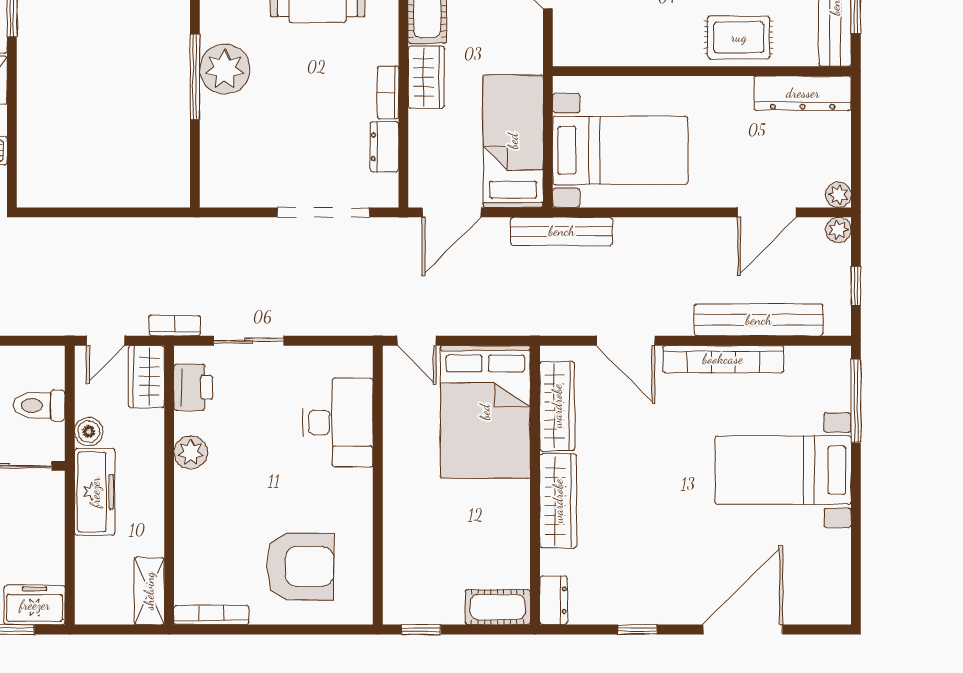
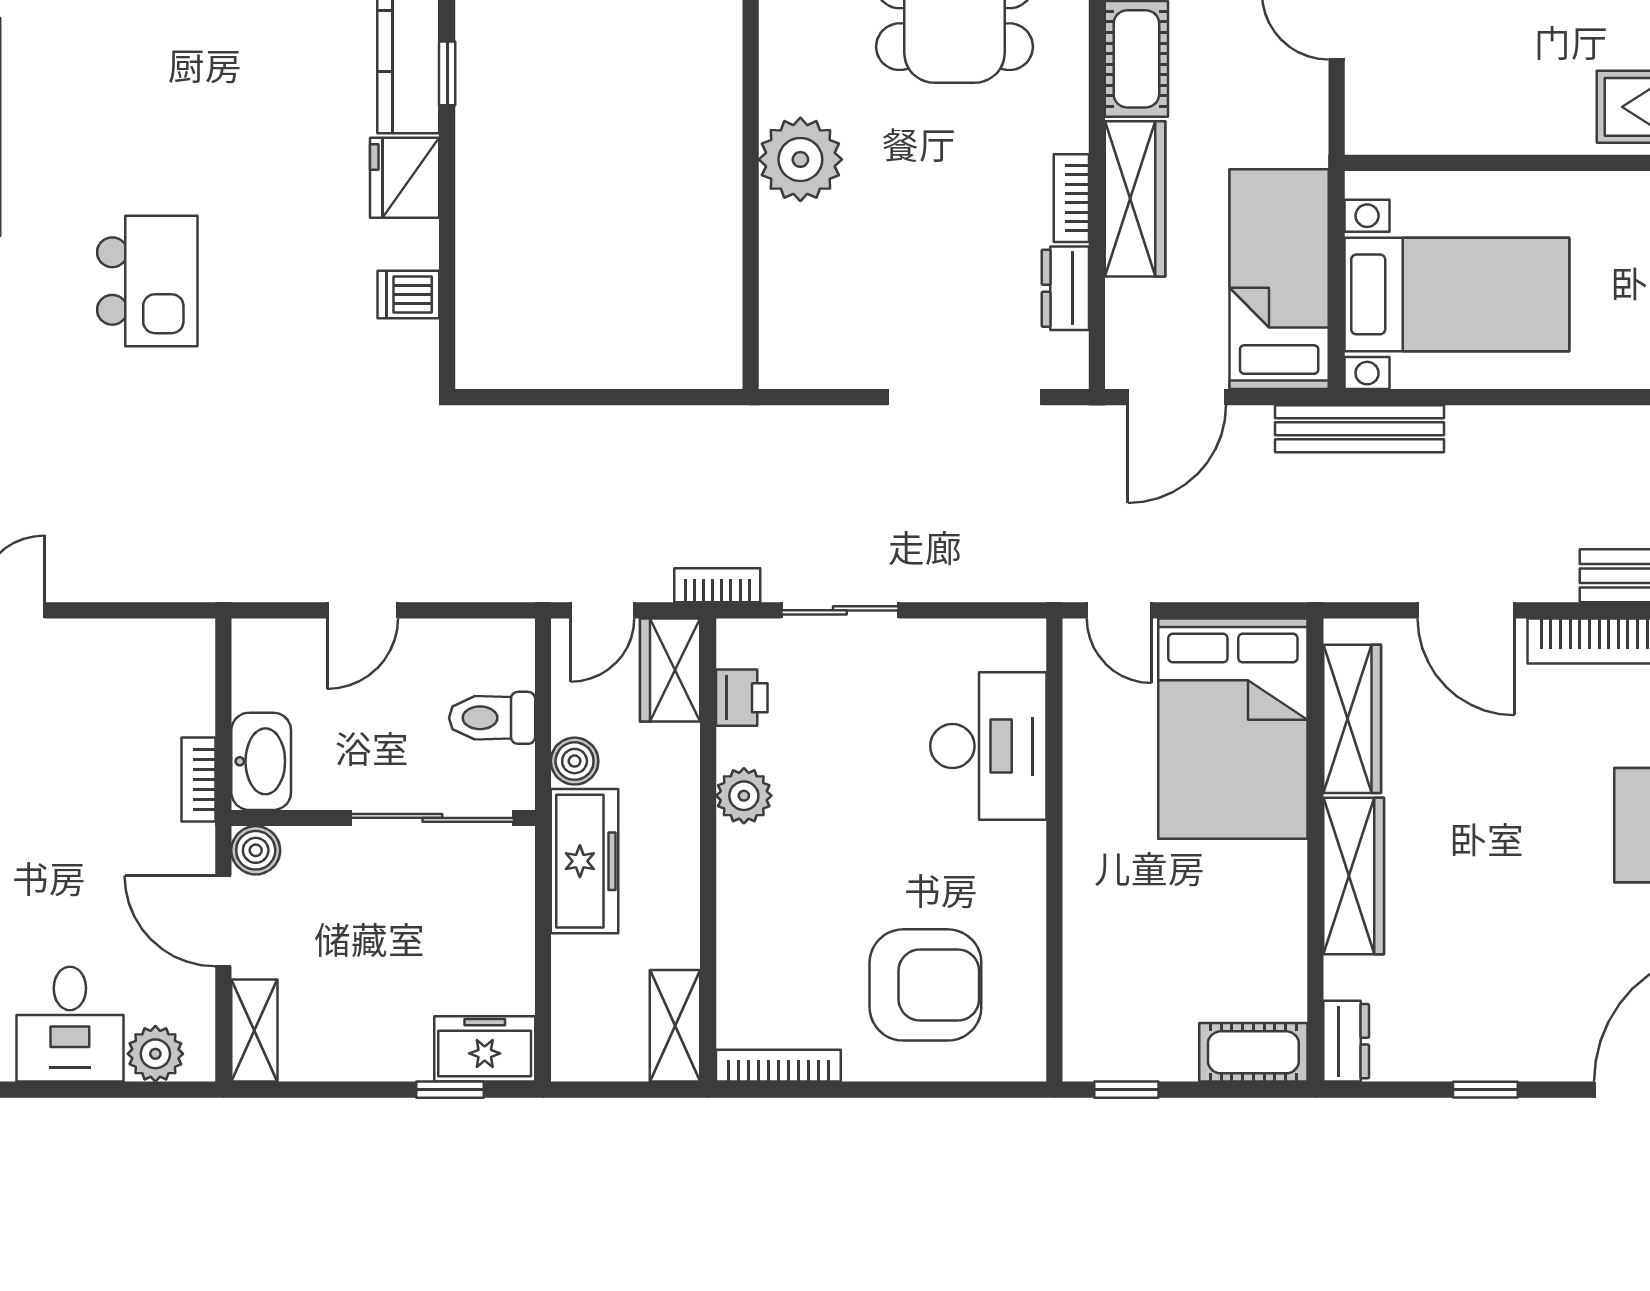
window: (195, 77) -> (751, 172), removed
wardrobe: (426, 77) -> (1135, 199), width x1.50
printer: (193, 387) -> (742, 698), width x0.73, depth x0.81

